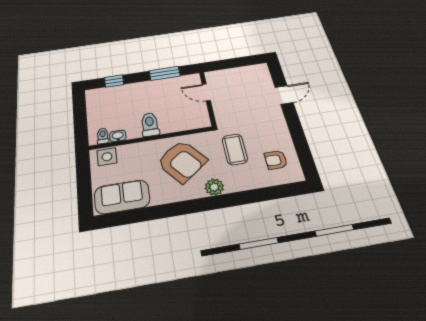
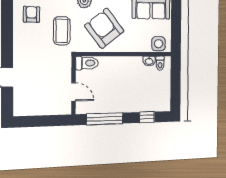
window: (165, 73) -> (105, 119), width x1.44
toilet: (150, 125) -> (87, 63), moved, turned -90
armchair: (276, 160) -> (31, 14), turned -90

